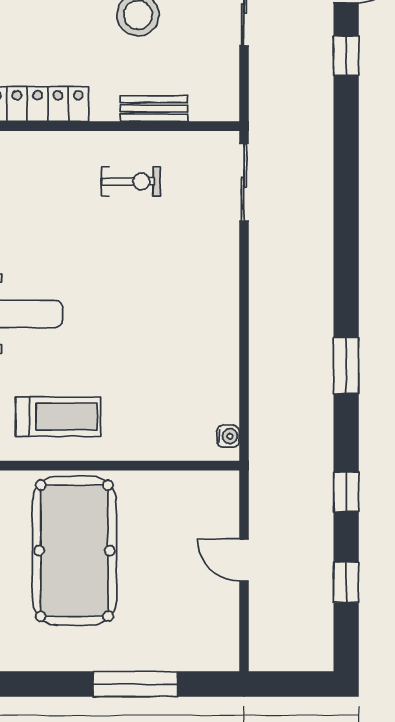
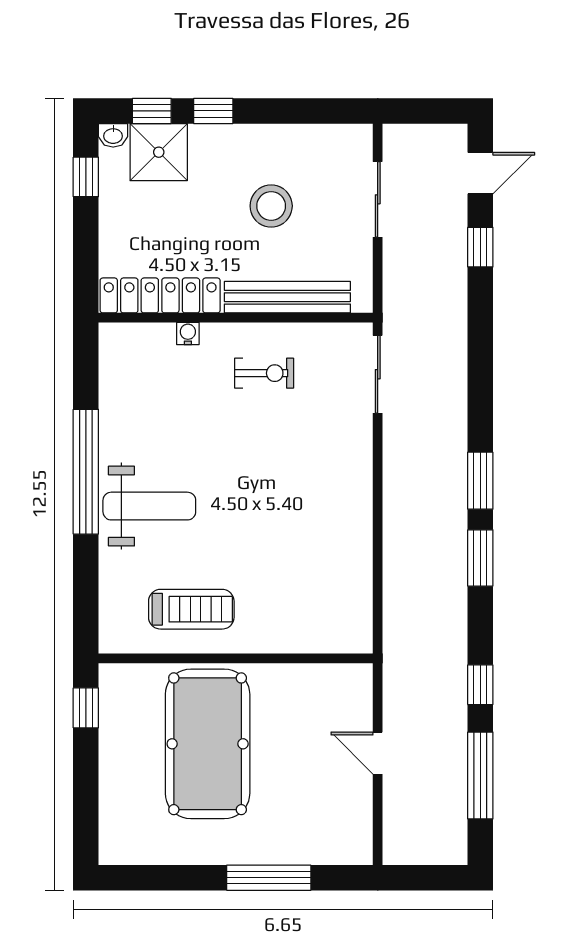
bench: (154, 108) -> (287, 297), width x1.86, depth x1.21
window: (346, 289) -> (480, 481), added
water cooler: (228, 436) -> (188, 334), moved, turned -90
window: (346, 582) -> (480, 776), width x2.17

